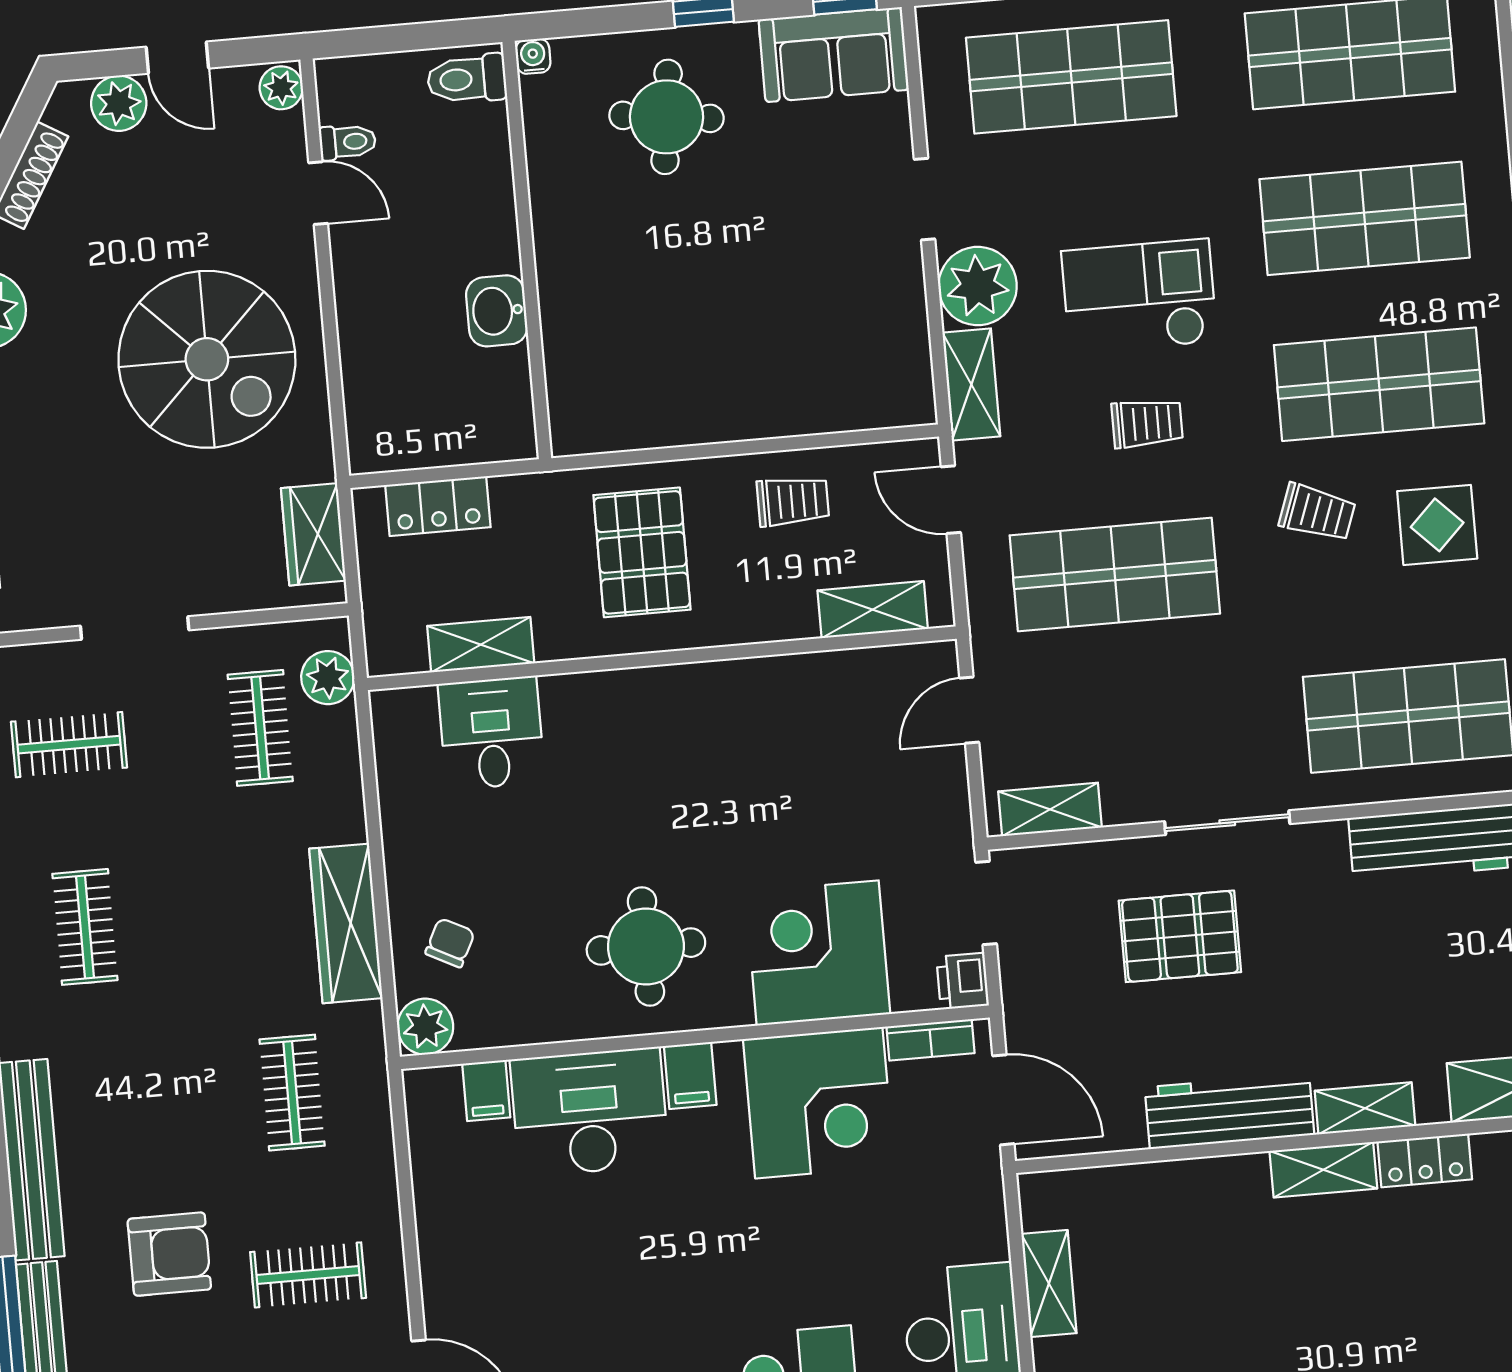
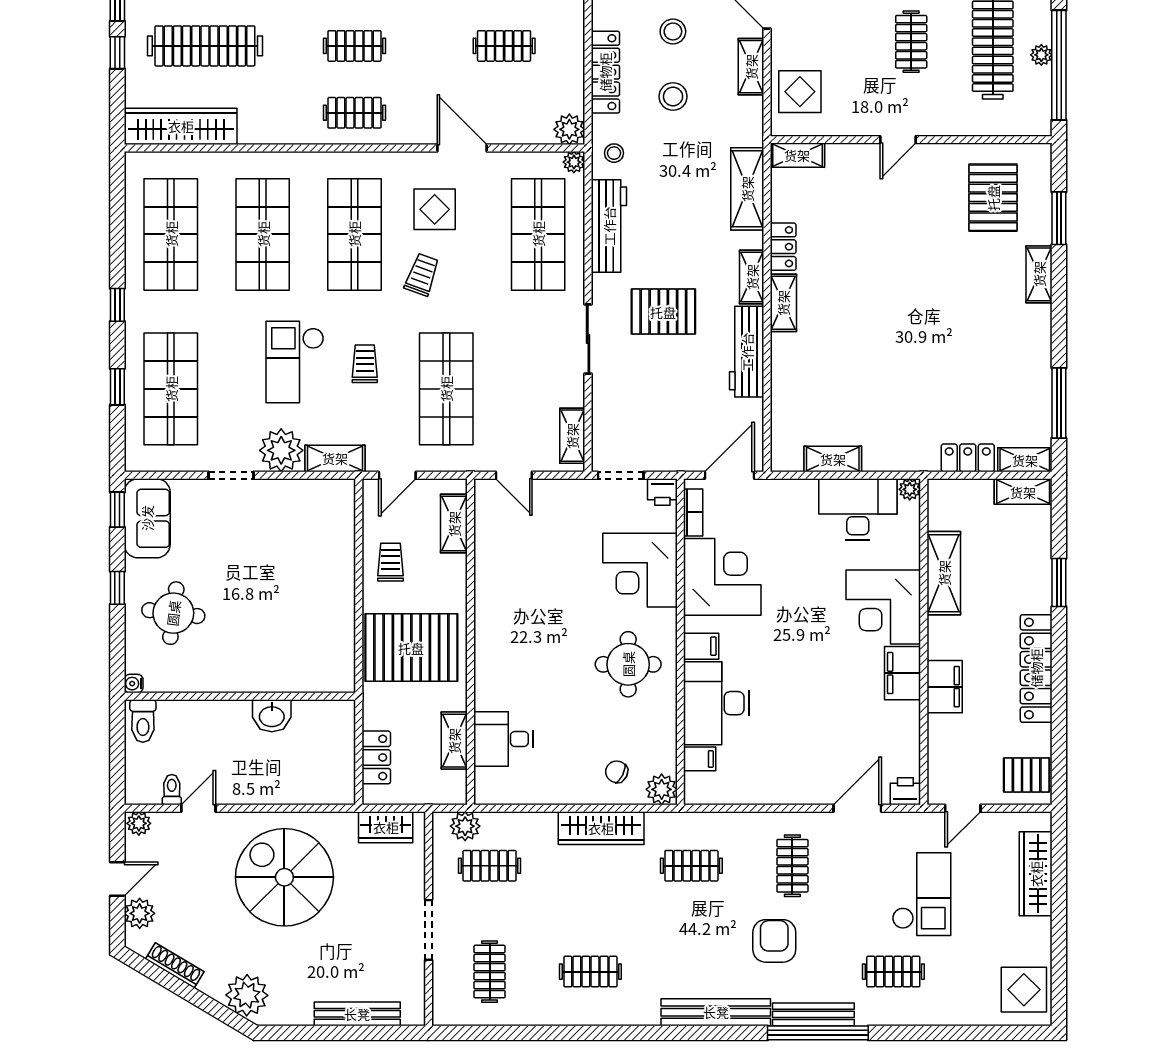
spiral stairs: (207, 359) -> (284, 877), turned -90
pallet: (642, 552) -> (411, 648), width x1.37, depth x1.41
pallet: (1180, 936) -> (663, 312), moved, turned 90

